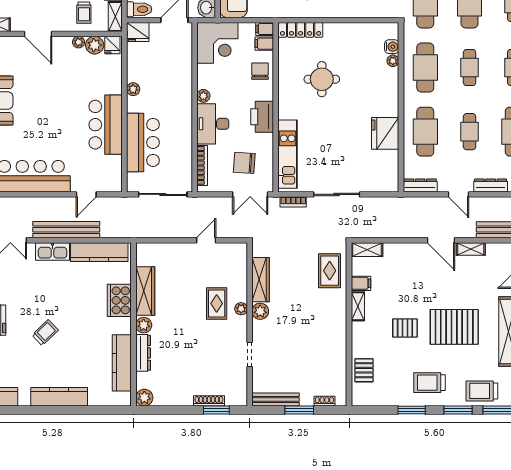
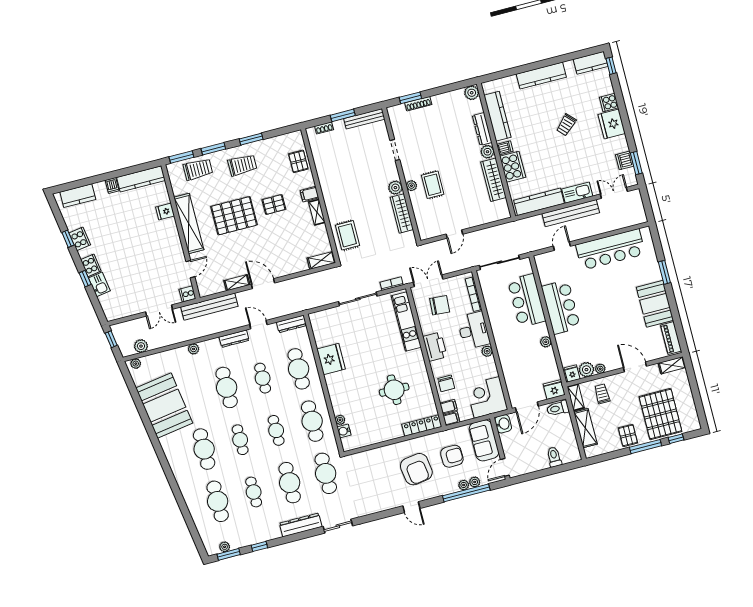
filing cabinet: (361, 283) -> (309, 194), moved
dishwasher: (123, 324) -> (505, 148), added

